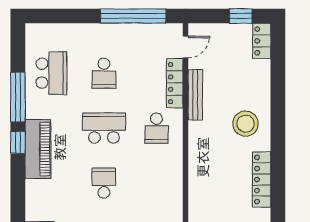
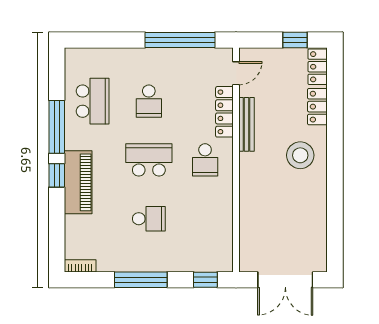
locker: (262, 179) -> (317, 107), moved, width x0.66
school desk: (104, 183) -> (149, 219), turned 90

